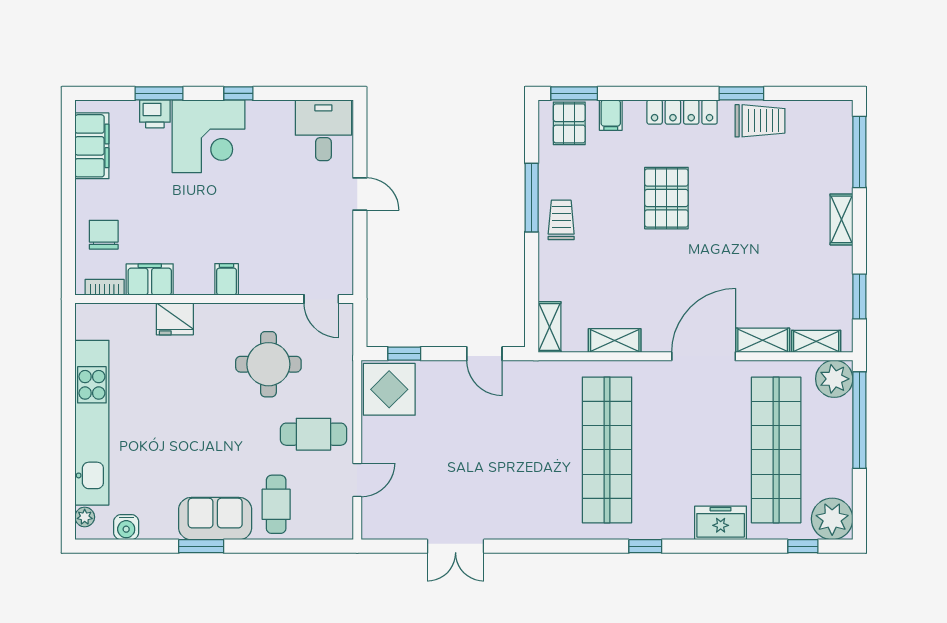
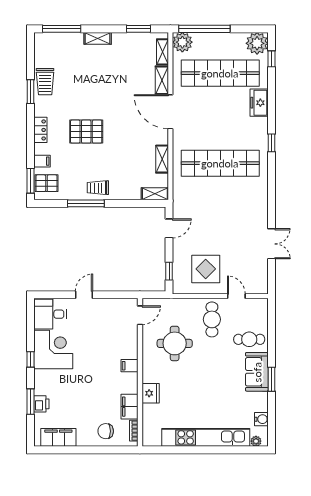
locker: (682, 112) -> (40, 130), width x0.66
trolley: (760, 121) -> (45, 82), turned 180
corner desk: (209, 136) -> (53, 350), moved
display table: (389, 389) -> (206, 269), moved

